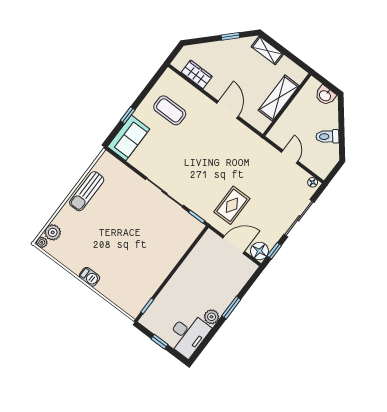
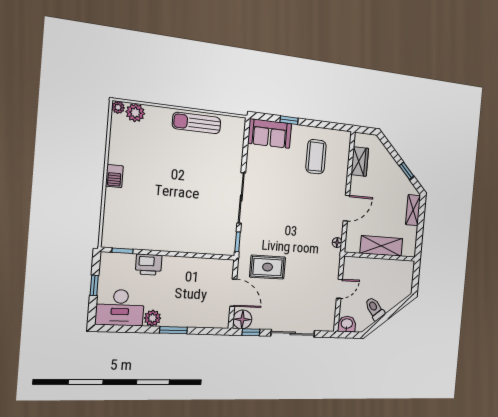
washbasin: (325, 95) -> (347, 324), moved, turned 90
floor lamp: (313, 182) -> (337, 243), moved
printer: (170, 294) -> (149, 265), added

